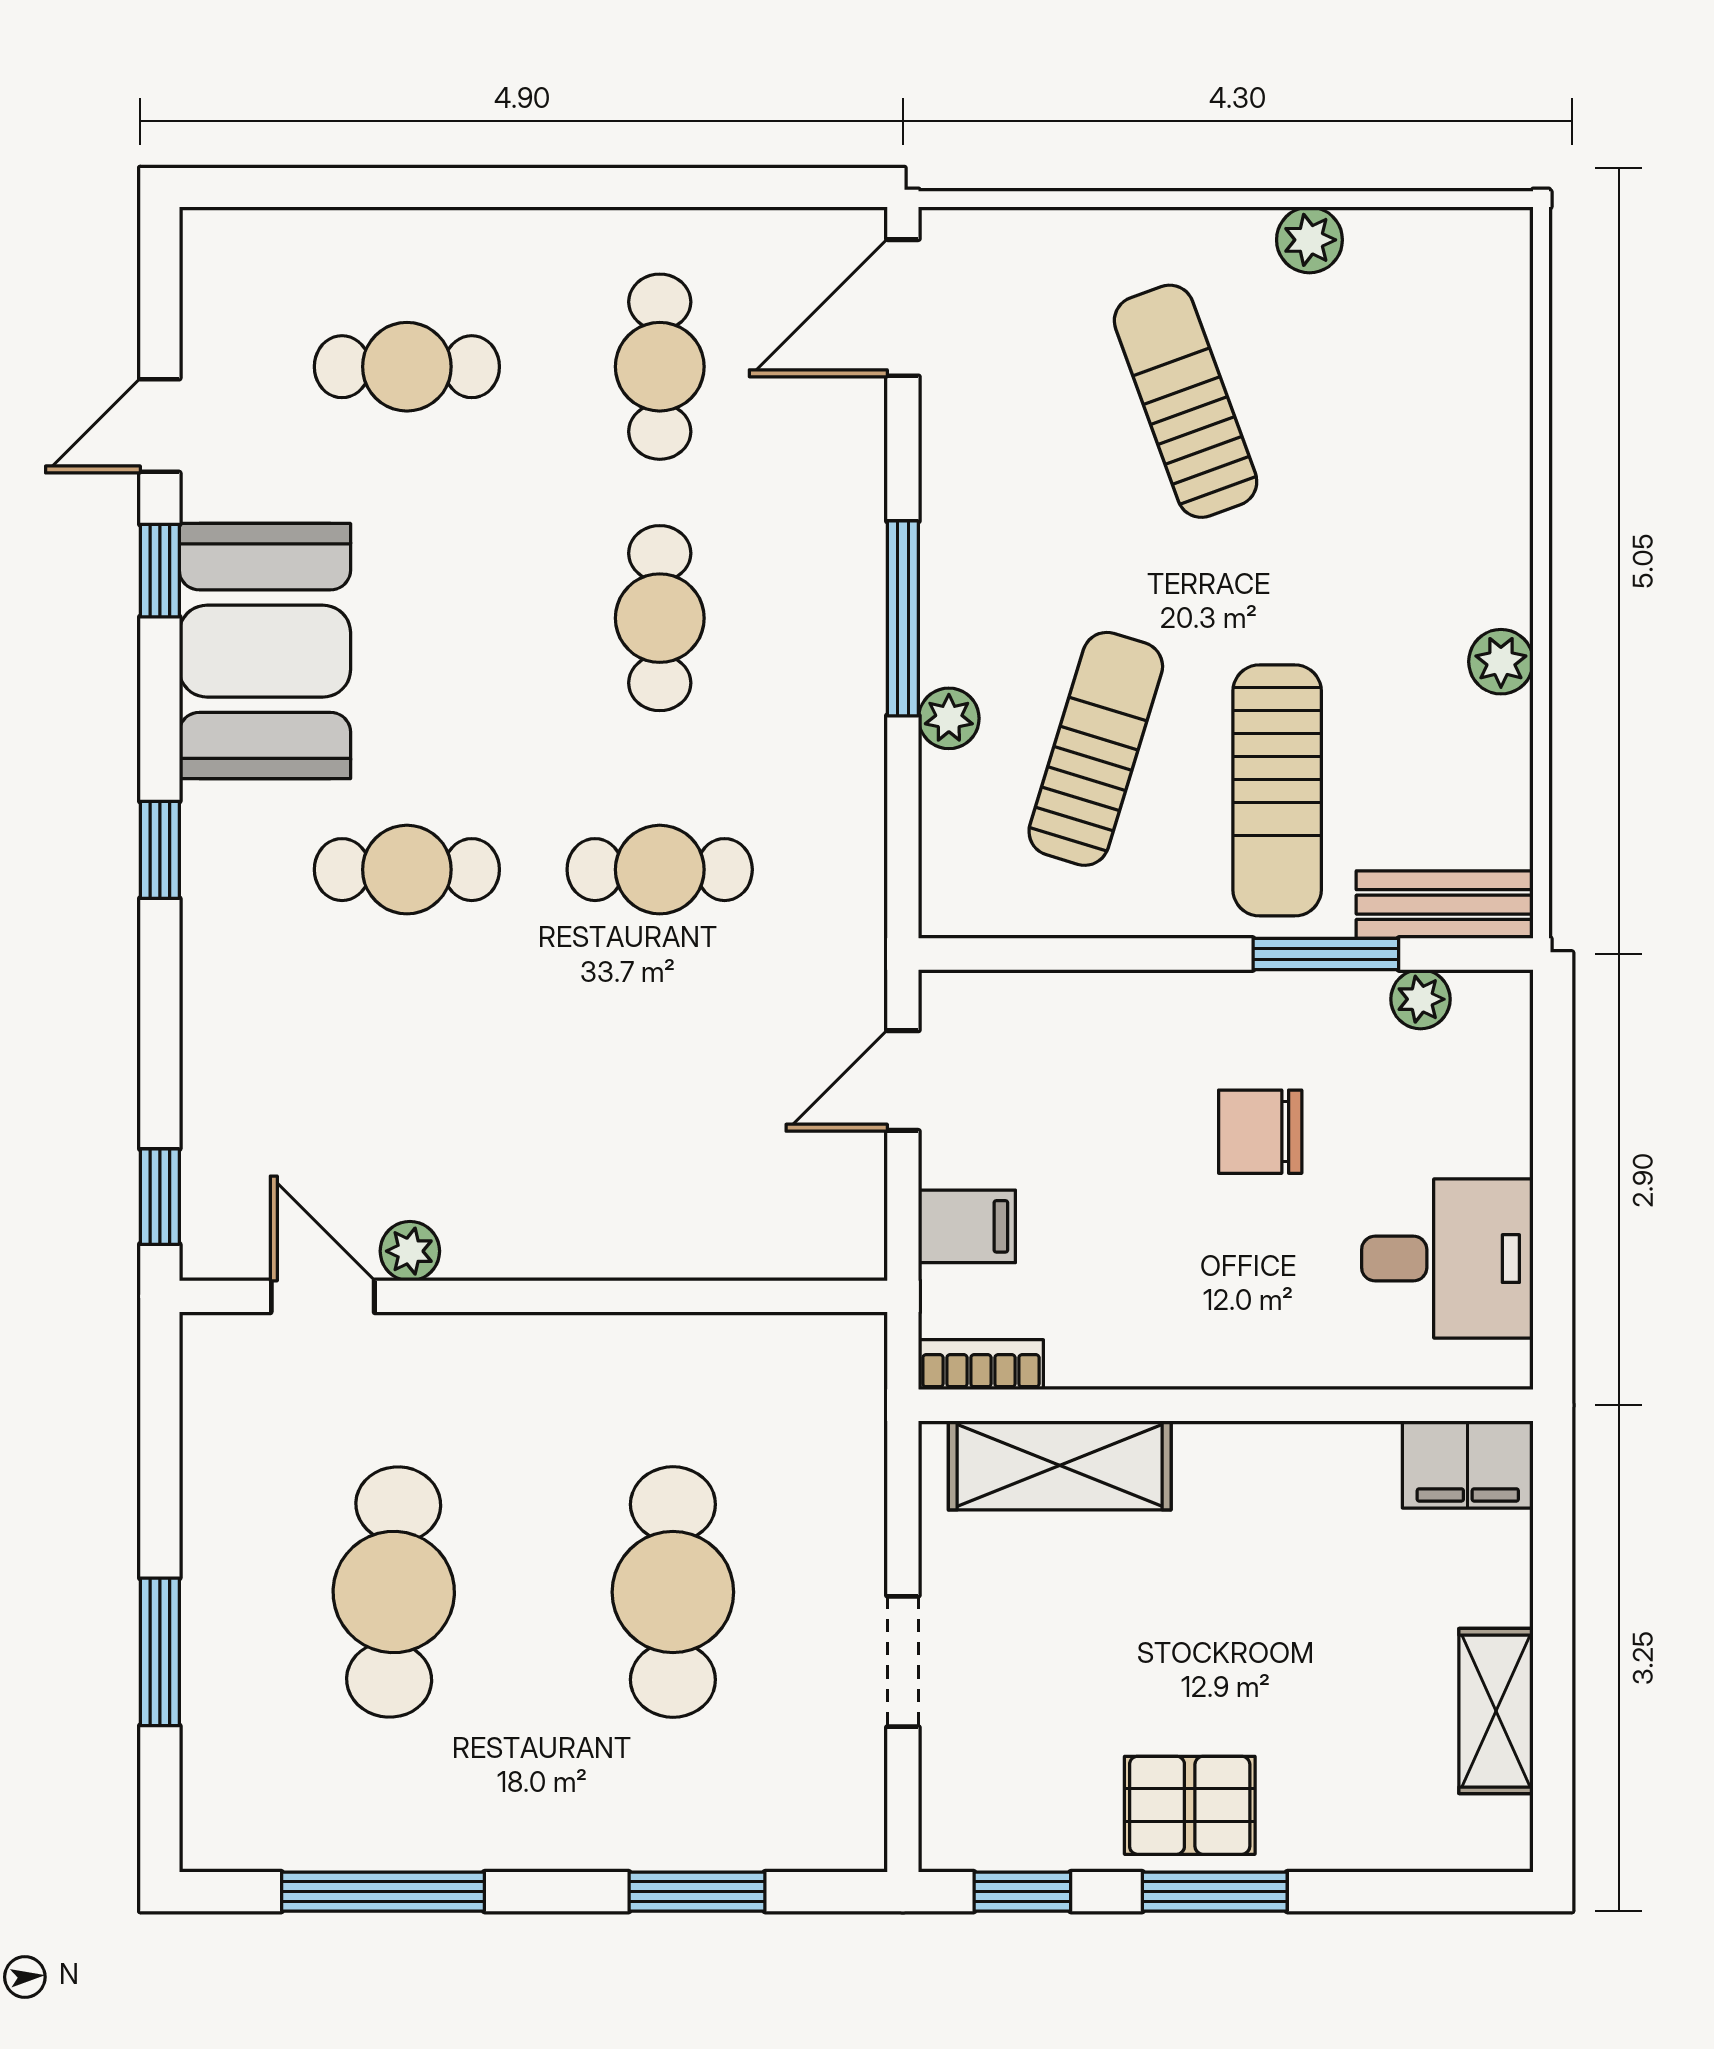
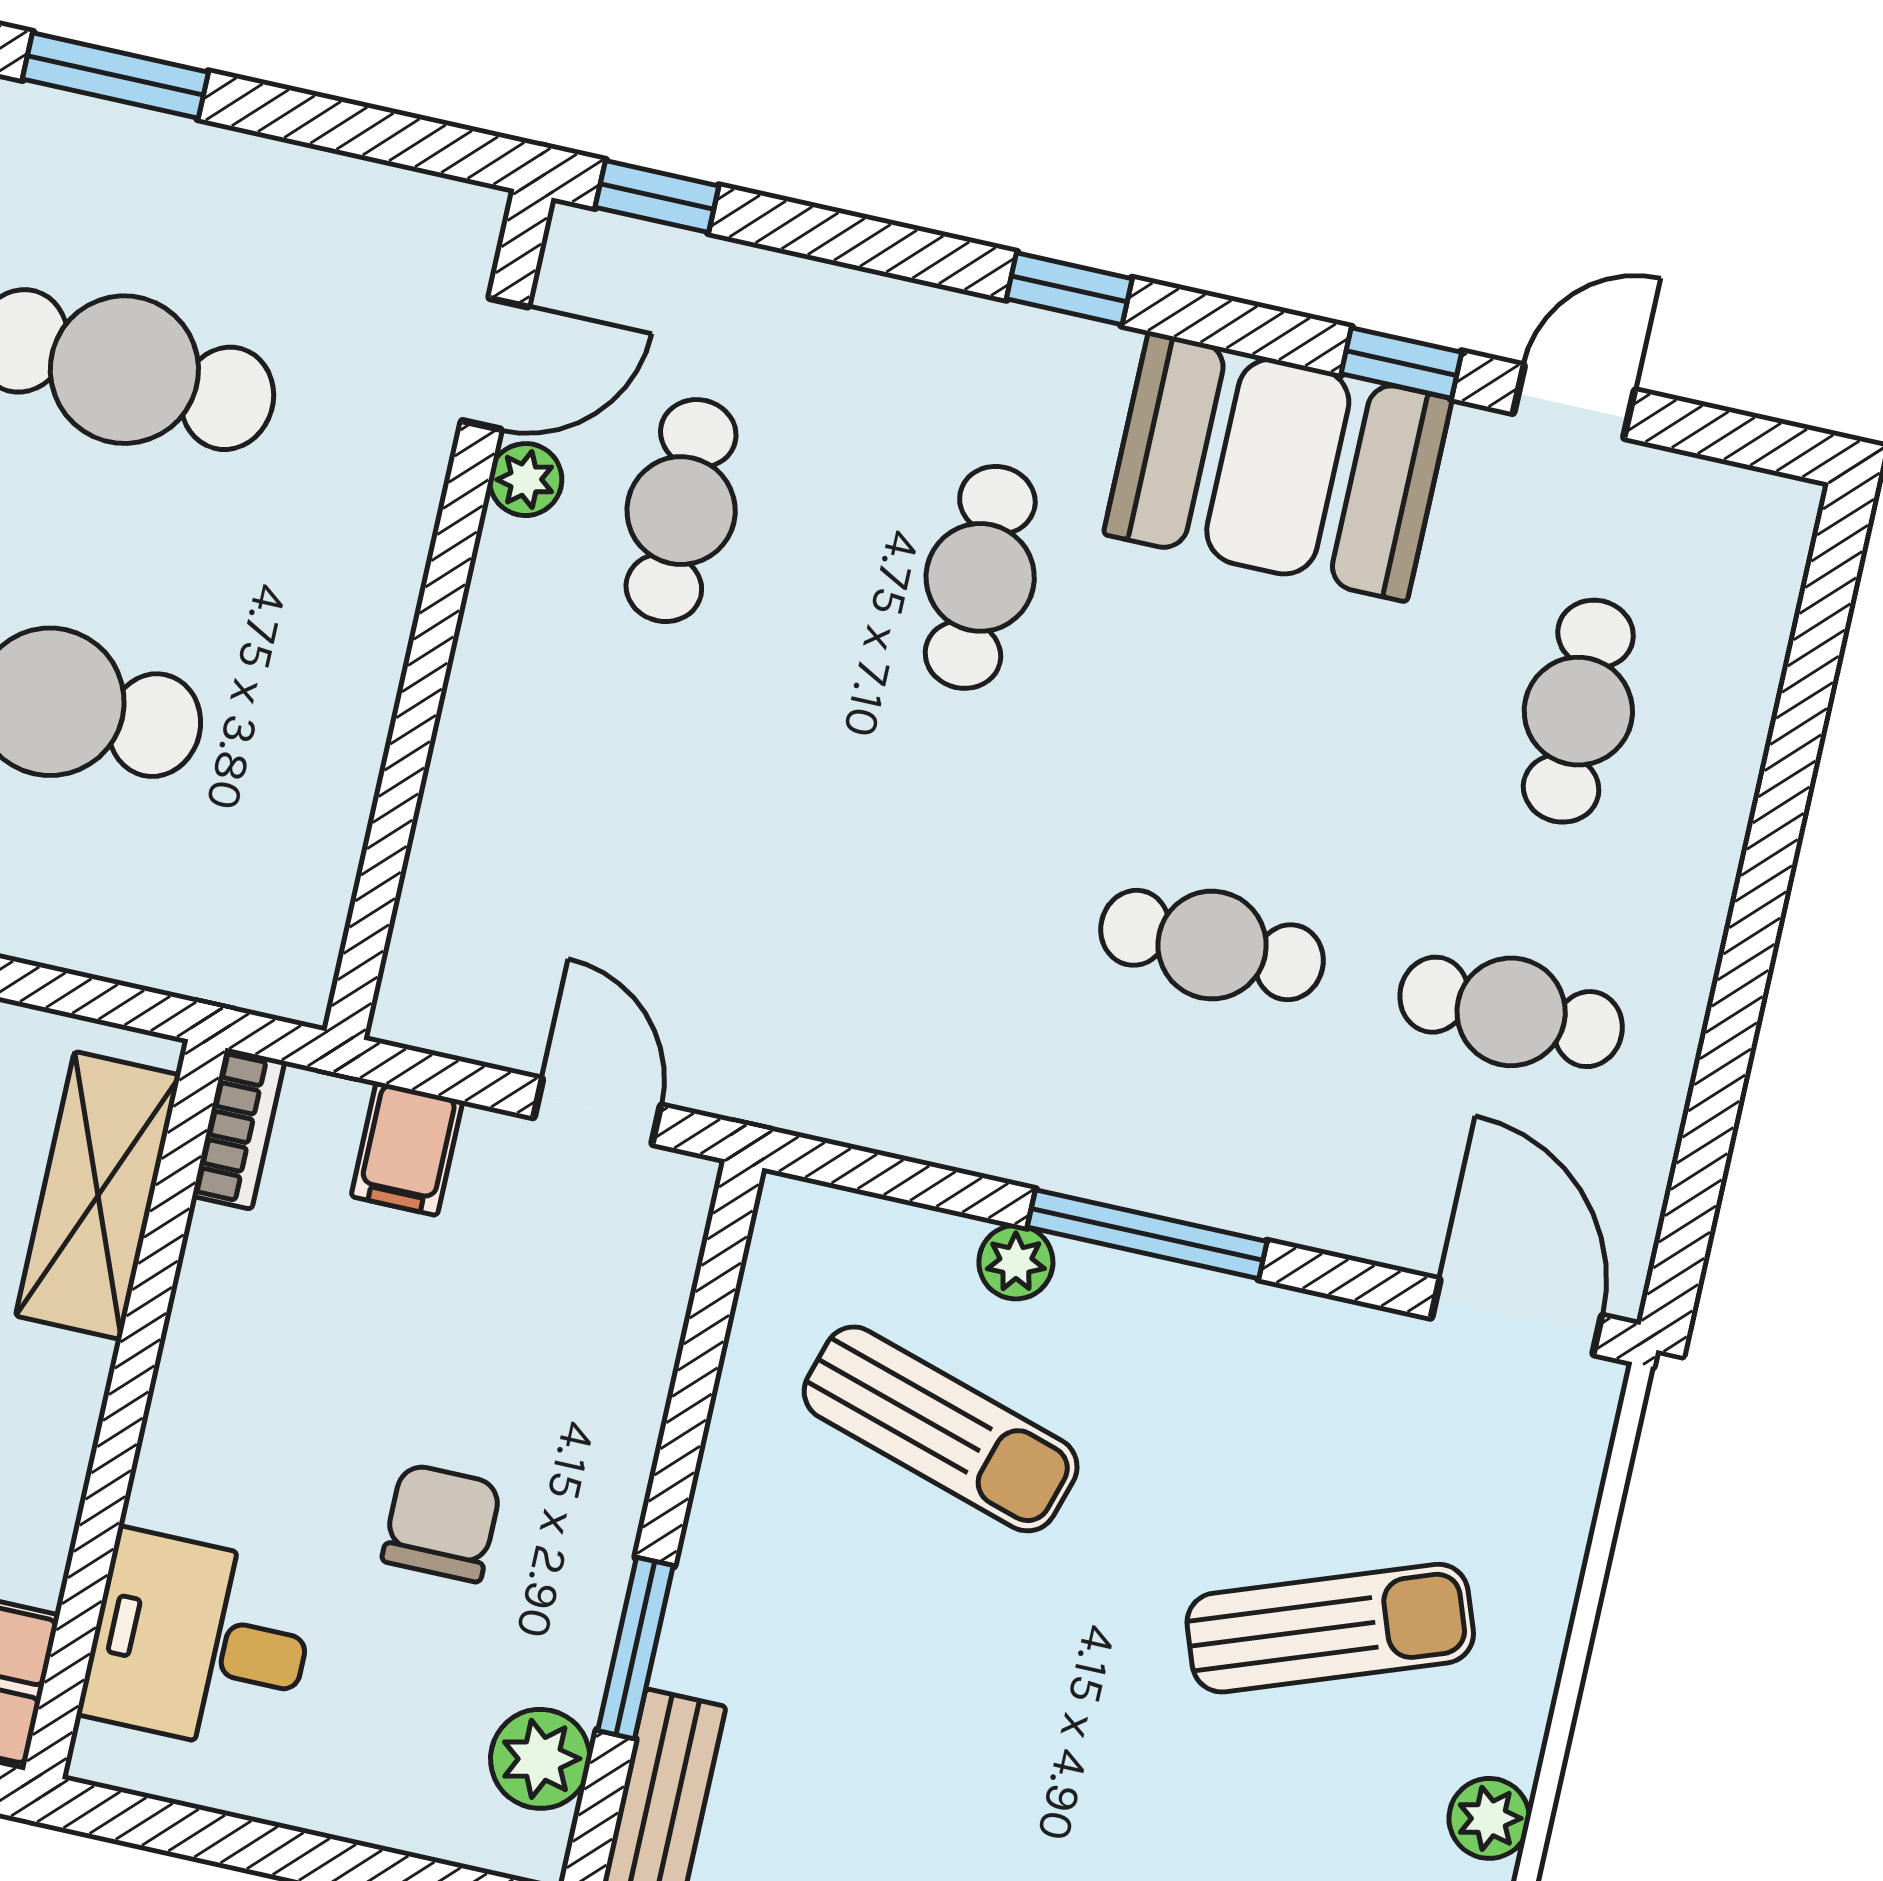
door: (160, 426) -> (1574, 402), hinge flipped
sun lounger: (1277, 790) -> (843, 1634), removed
cafe table: (660, 870) -> (681, 511), moved
plant: (1420, 999) -> (540, 1759), width x1.38, depth x1.38
desk: (1447, 1259) -> (200, 1643), moved, turned 90

